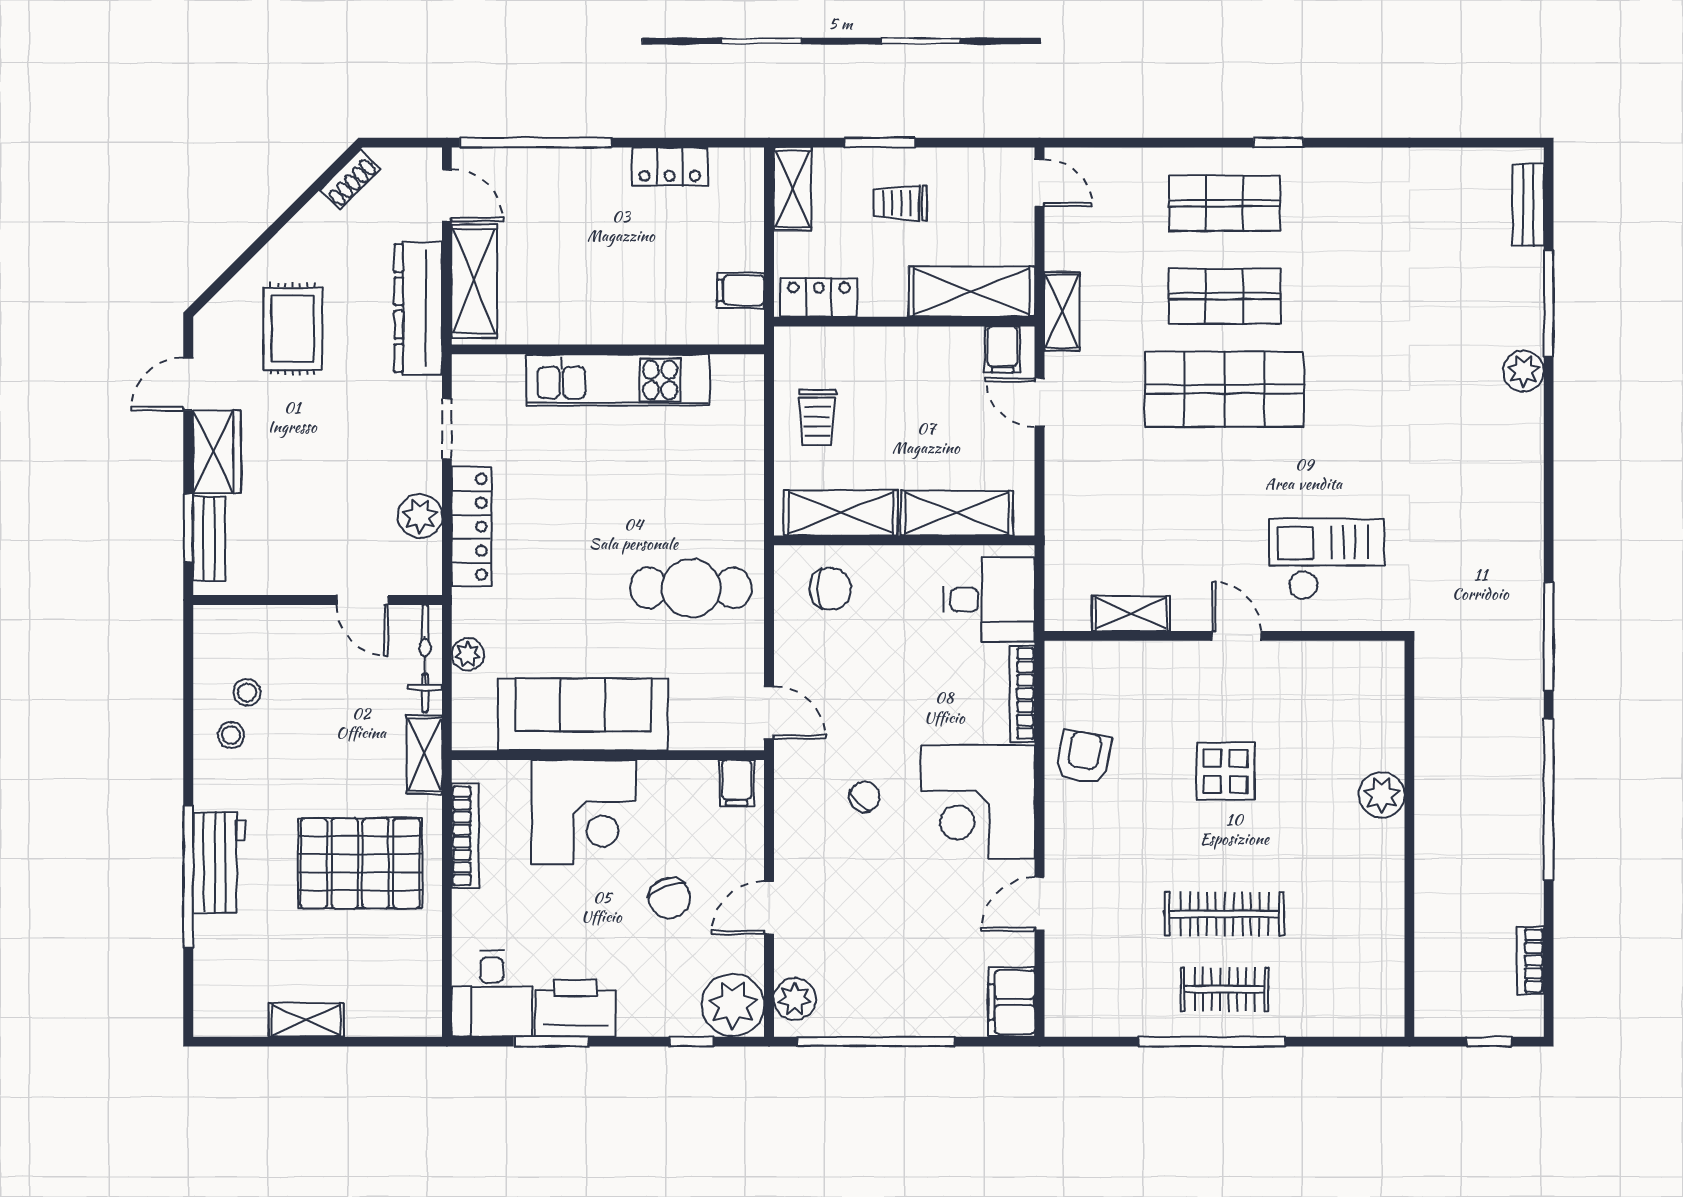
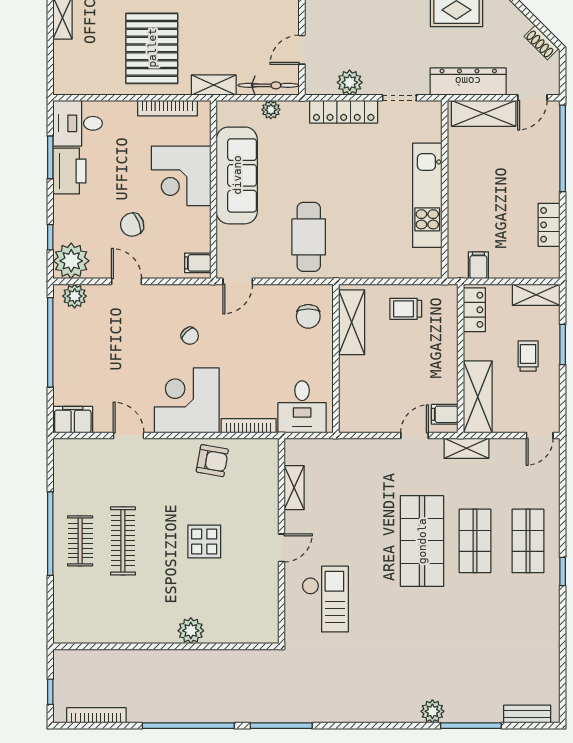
shelving: (957, 513) -> (351, 388), removed
bookcase: (1531, 961) -> (96, 715), width x1.56

